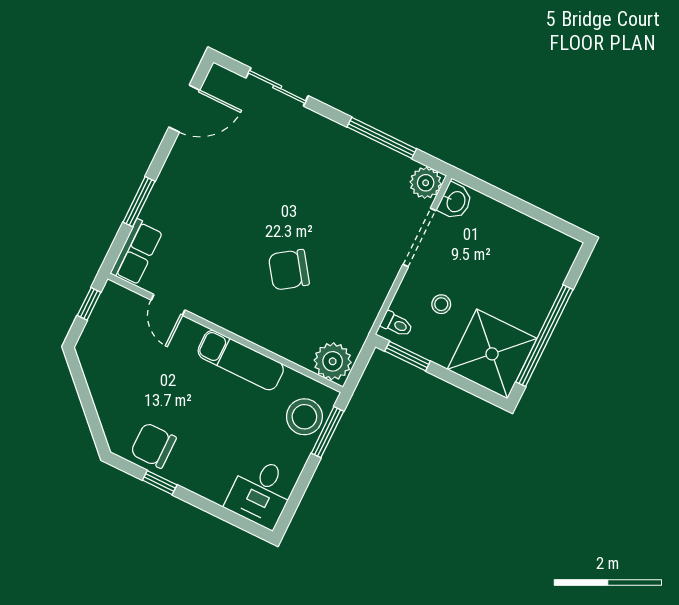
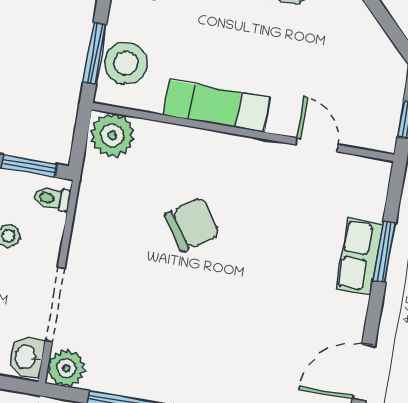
row of seats: (137, 252) -> (360, 256), moved

